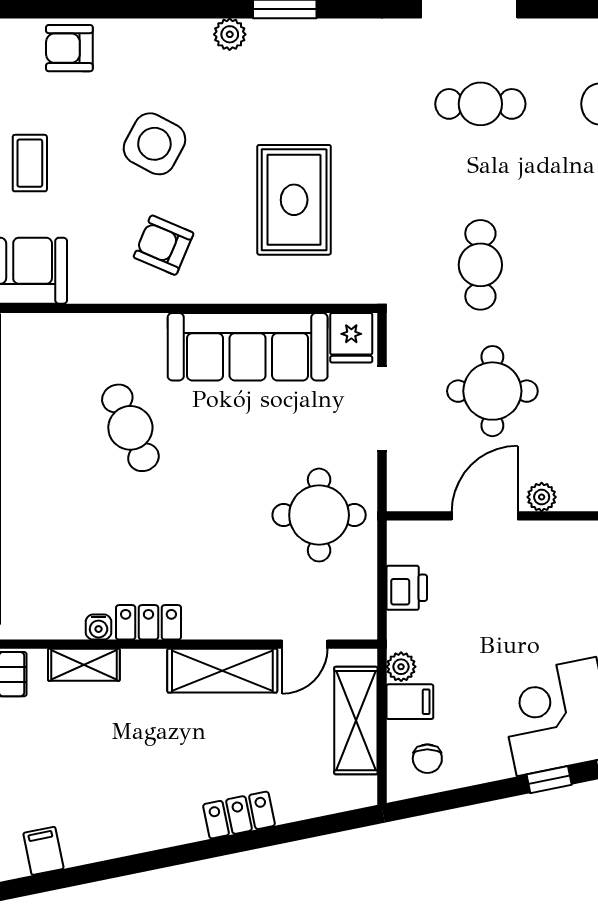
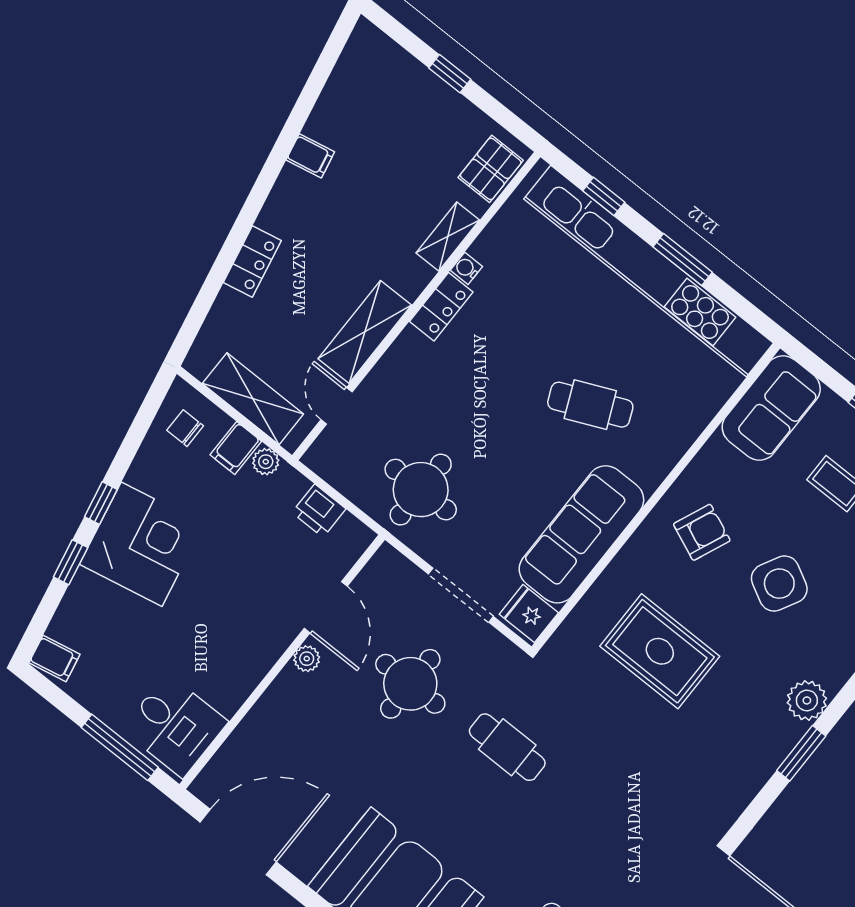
plant: (230, 34) -> (807, 700), width x1.38, depth x1.38
cafe table: (480, 104) -> (622, 839), removed
filing cabinet: (43, 851) -> (310, 156), moved

